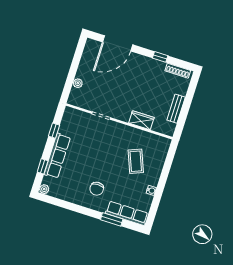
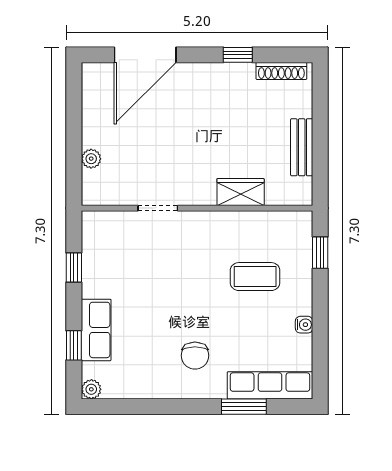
row of seats: (57, 156) -> (96, 330), width x0.68
window: (169, 160) -> (320, 253), added
coffee table: (136, 161) -> (255, 277), turned -68

